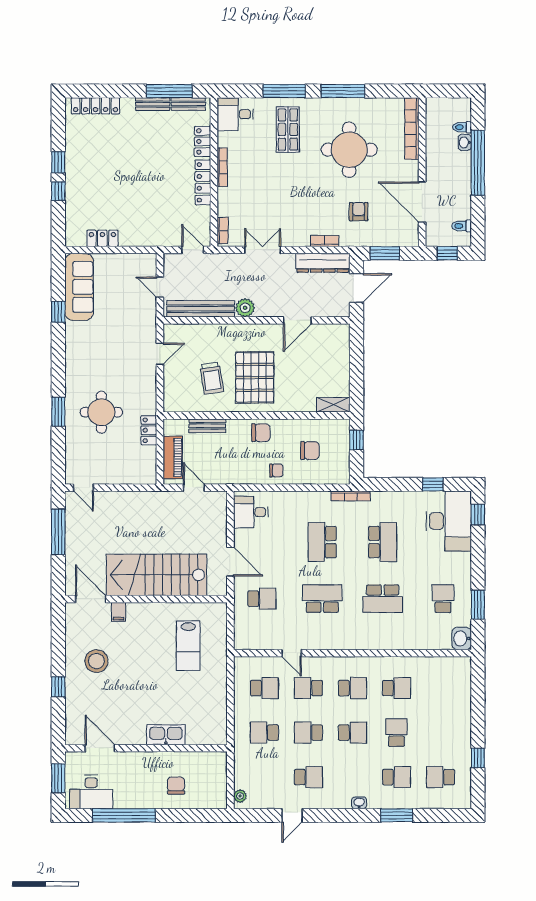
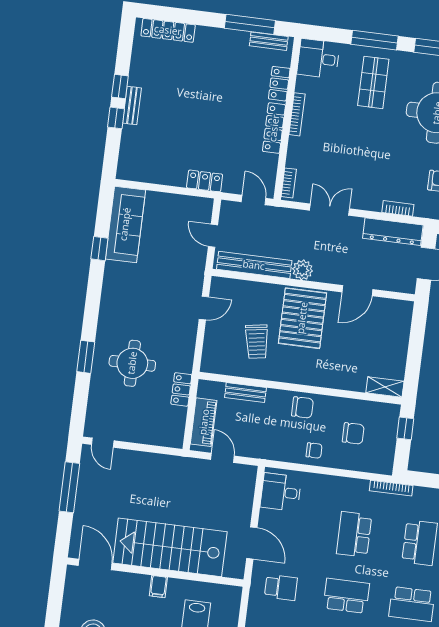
bench: (153, 104) -> (132, 106), moved, turned 90
locker: (102, 238) -> (205, 181), moved
pallet: (255, 377) -> (302, 318), moved
filing cabinet: (119, 612) -> (158, 587), moved

